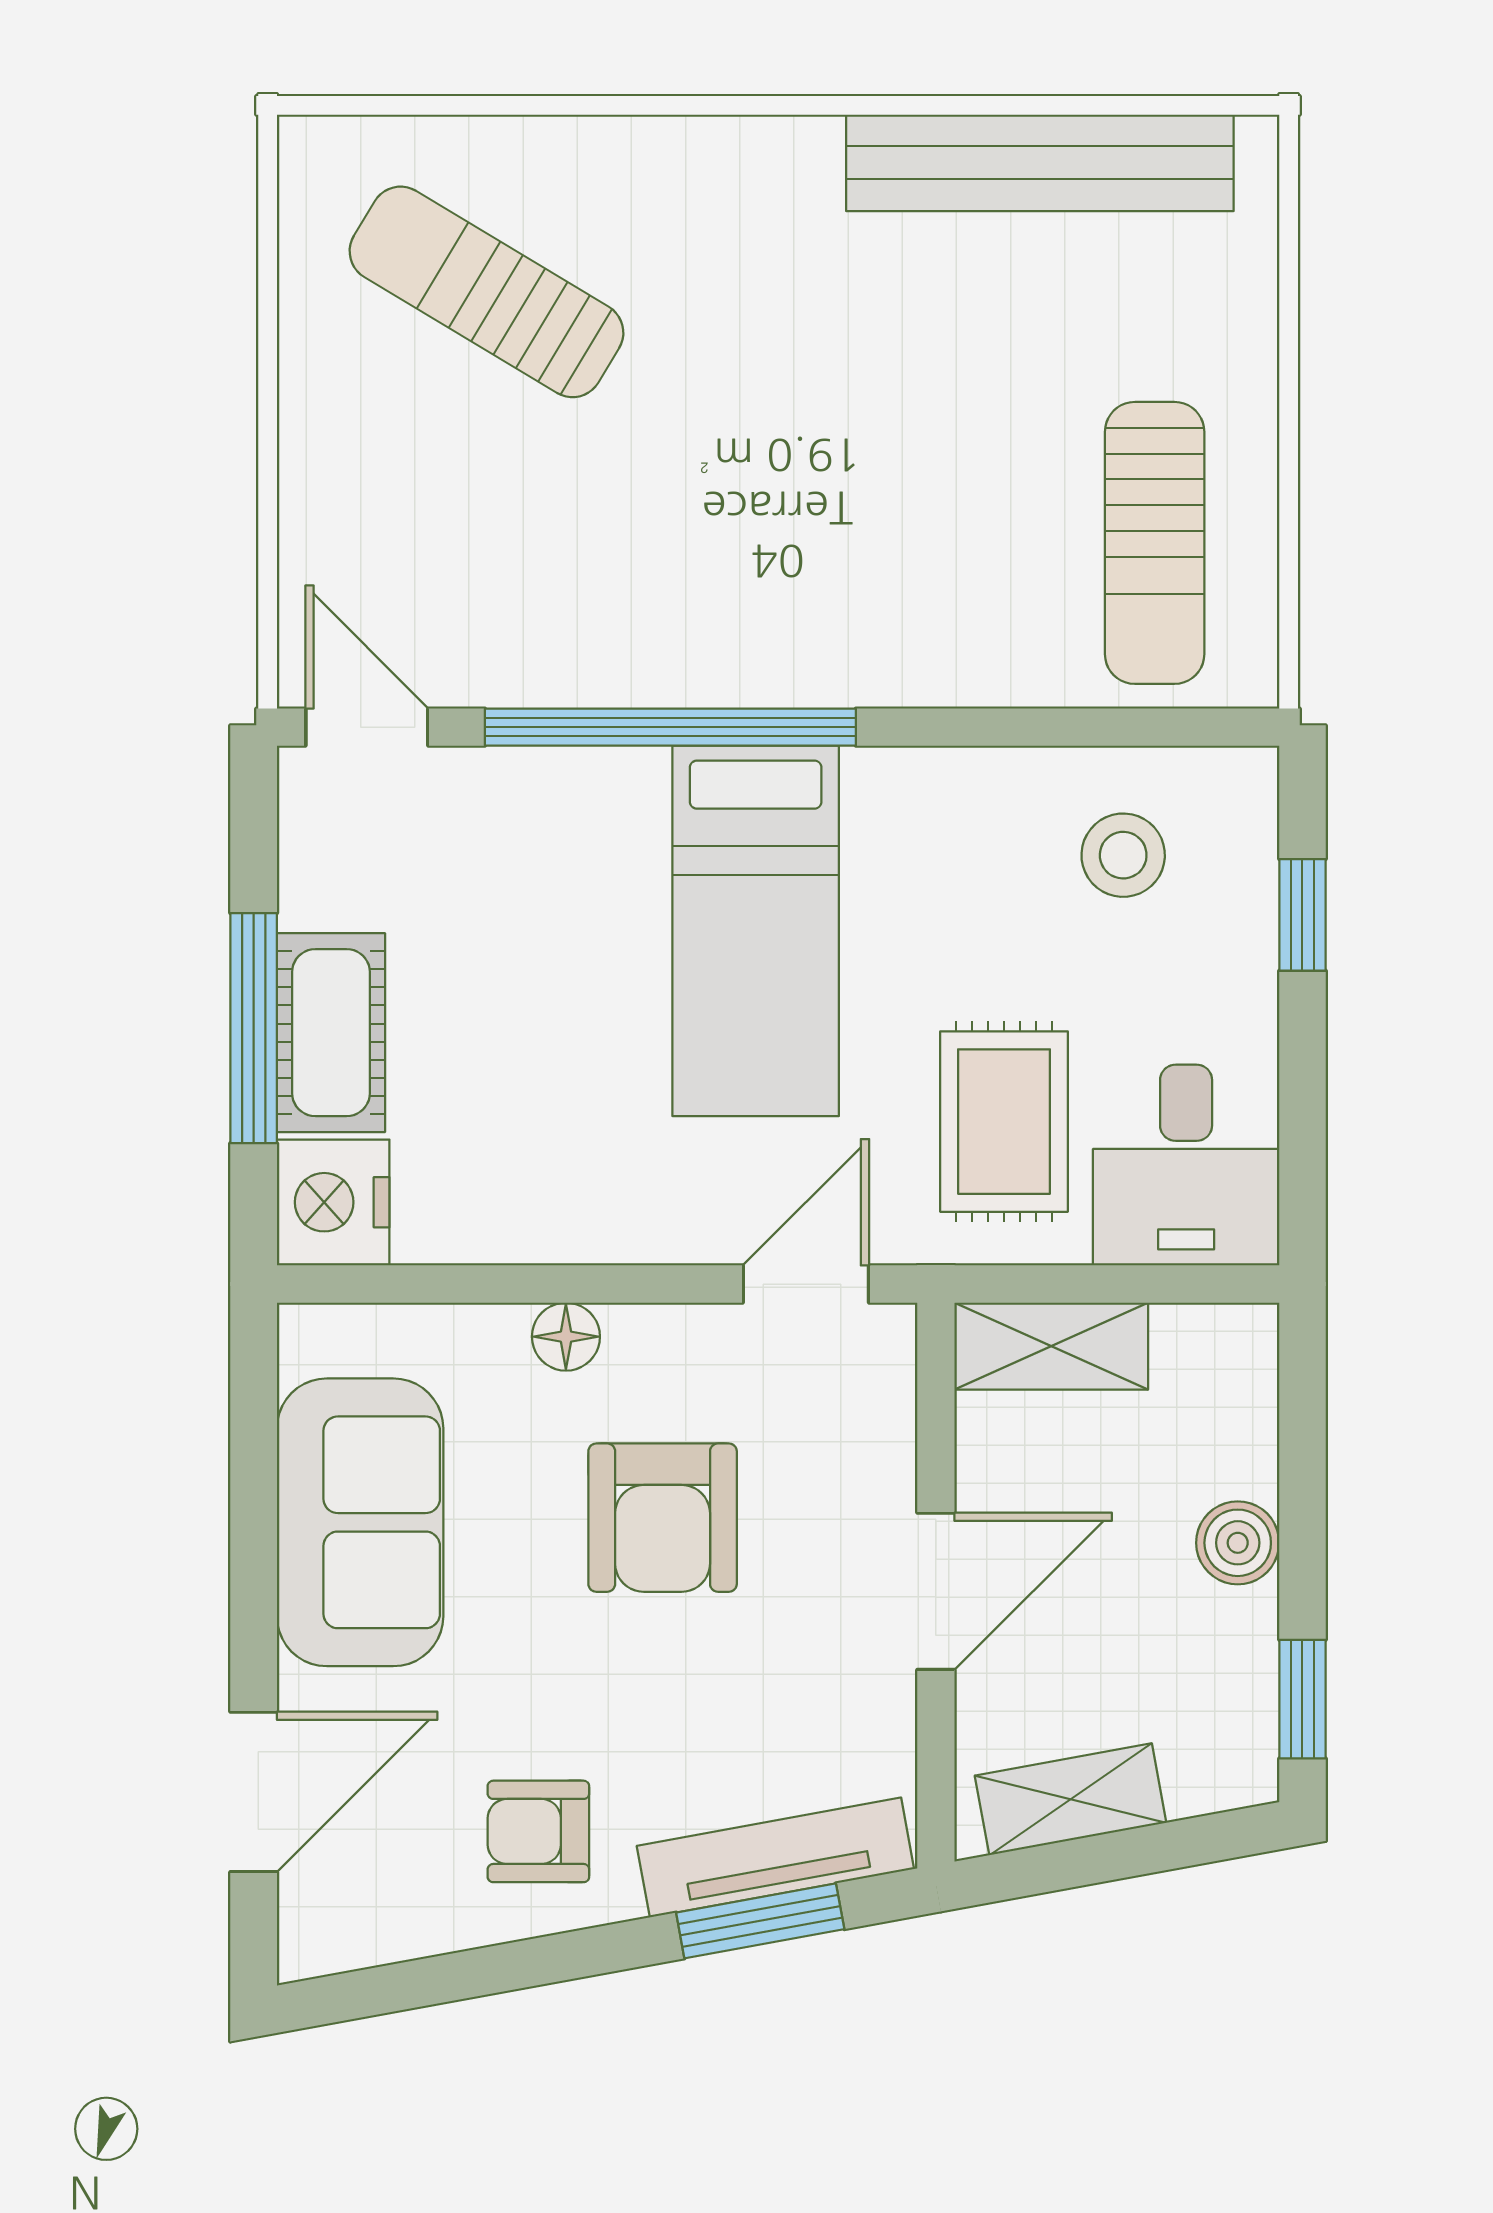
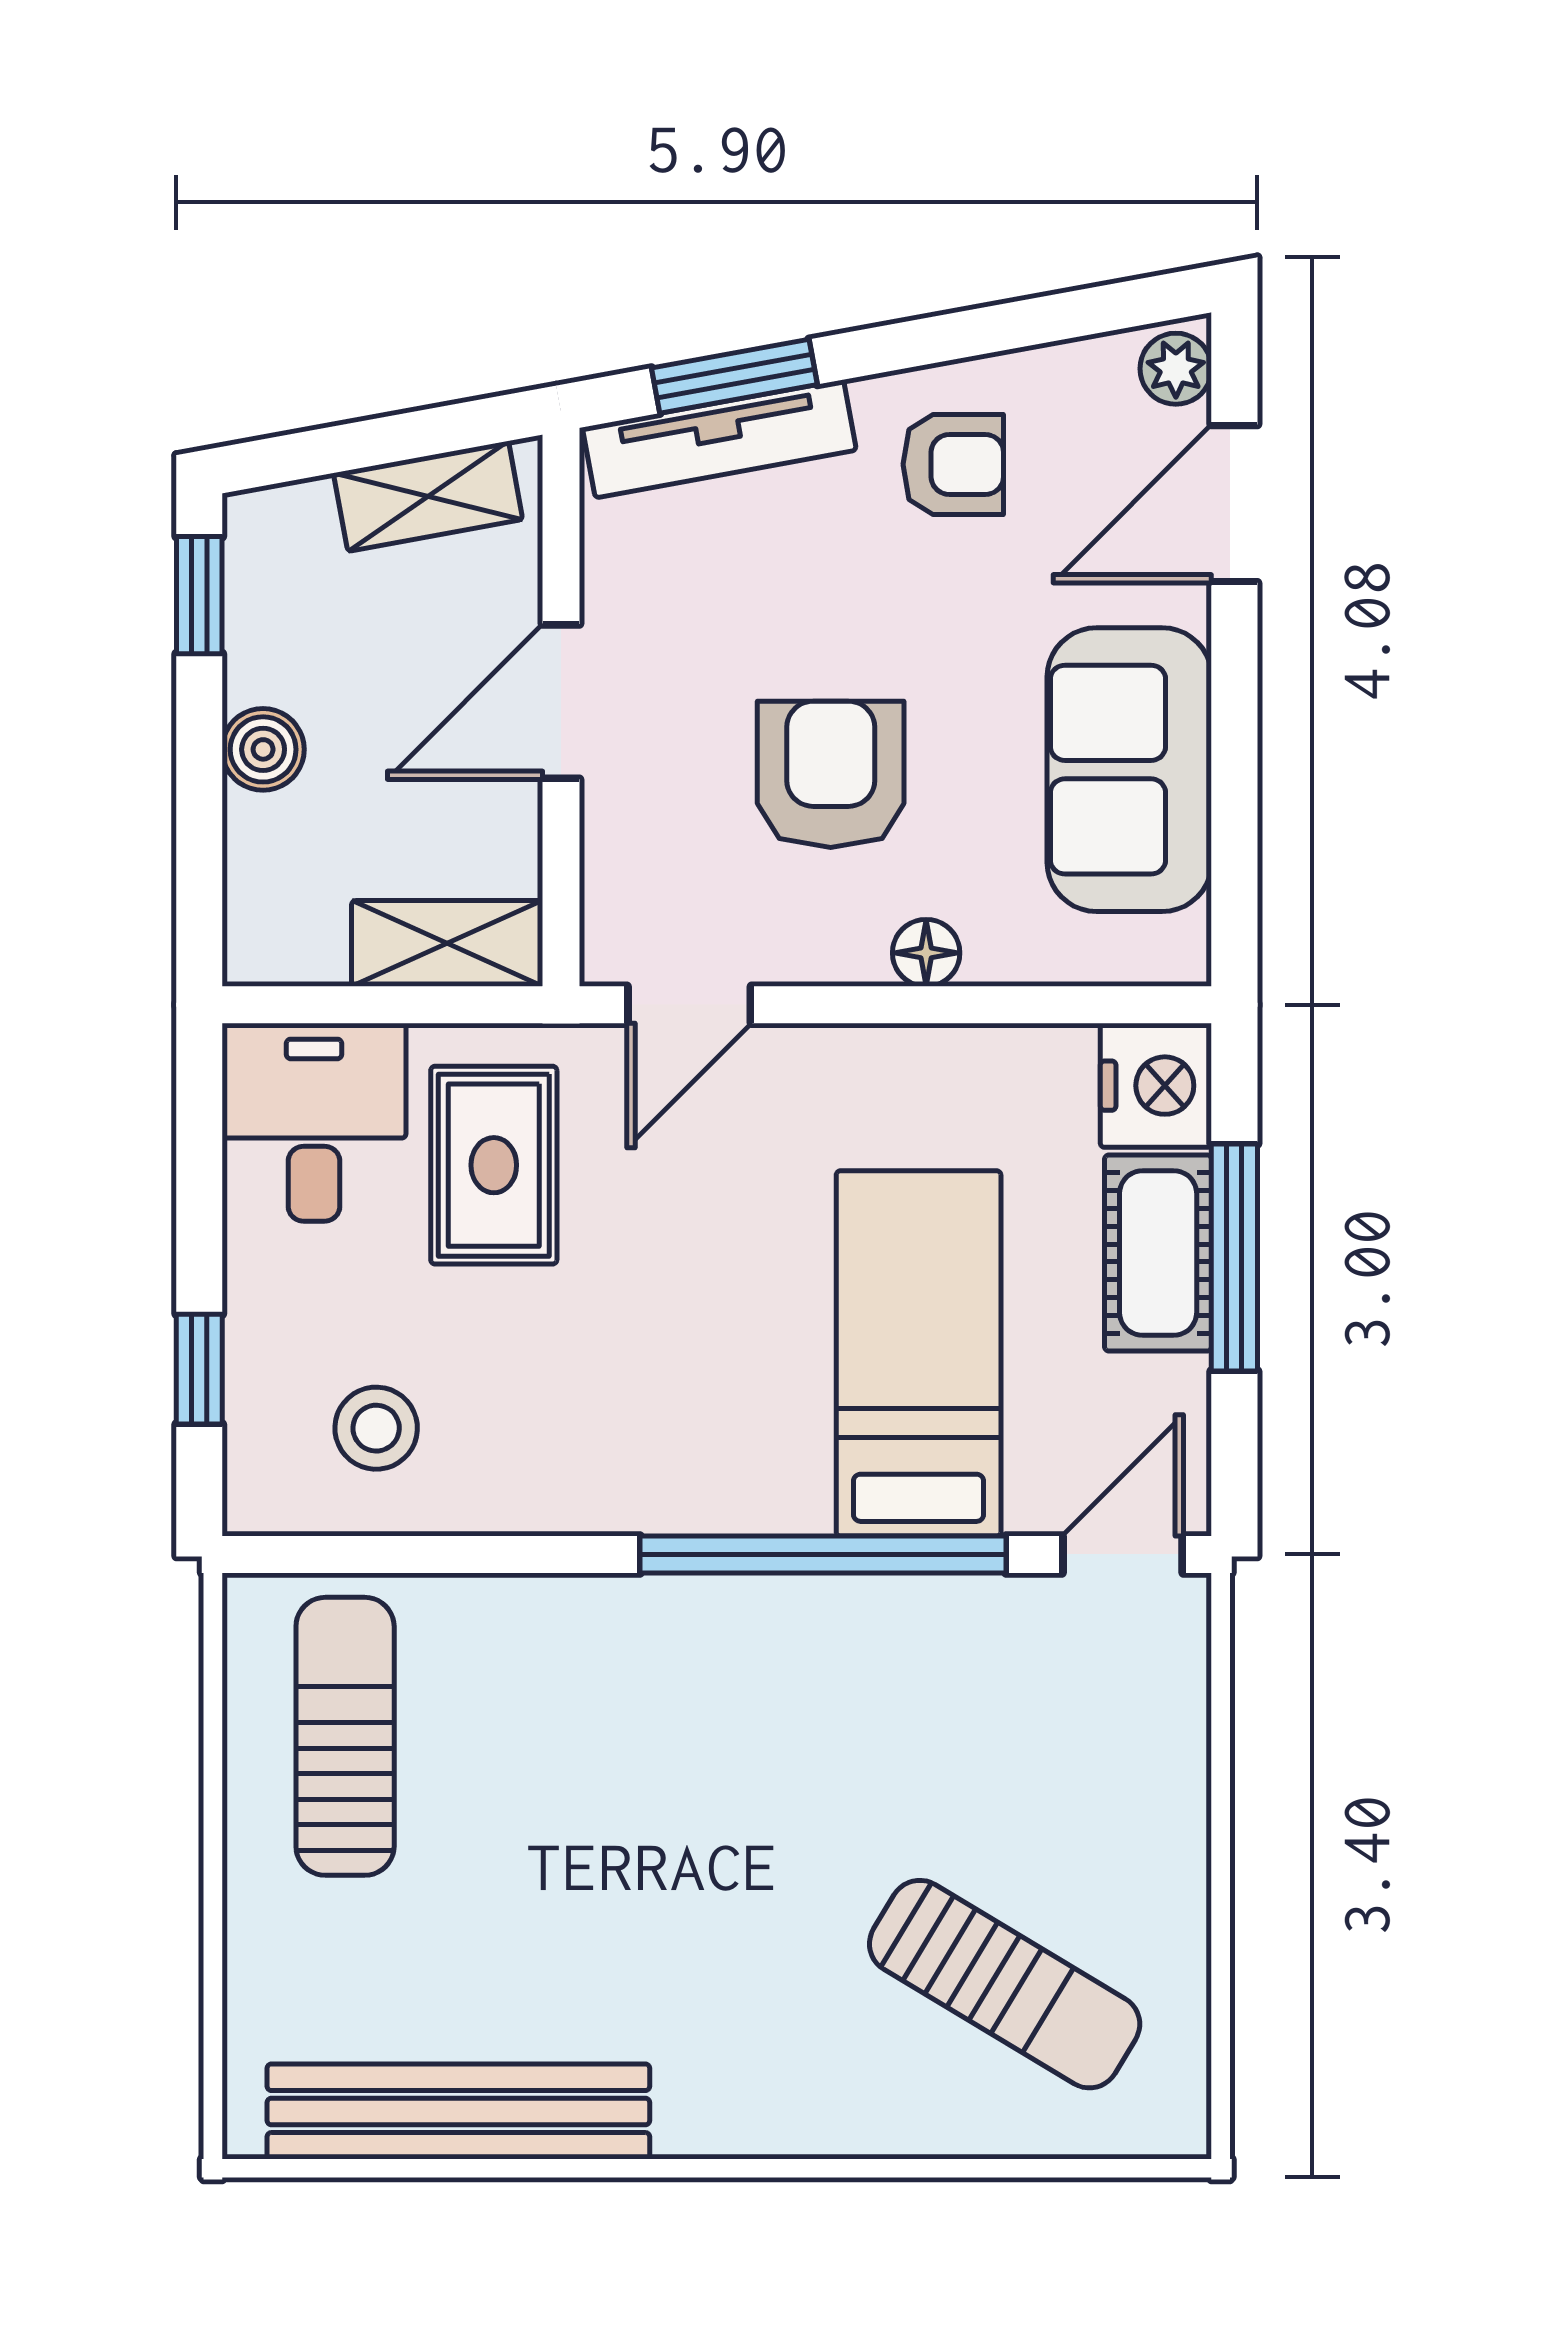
door: (367, 727) -> (1123, 1554), swing flipped
bed: (756, 931) -> (919, 1353), moved
plant: (313, 1928) -> (1176, 369), added

